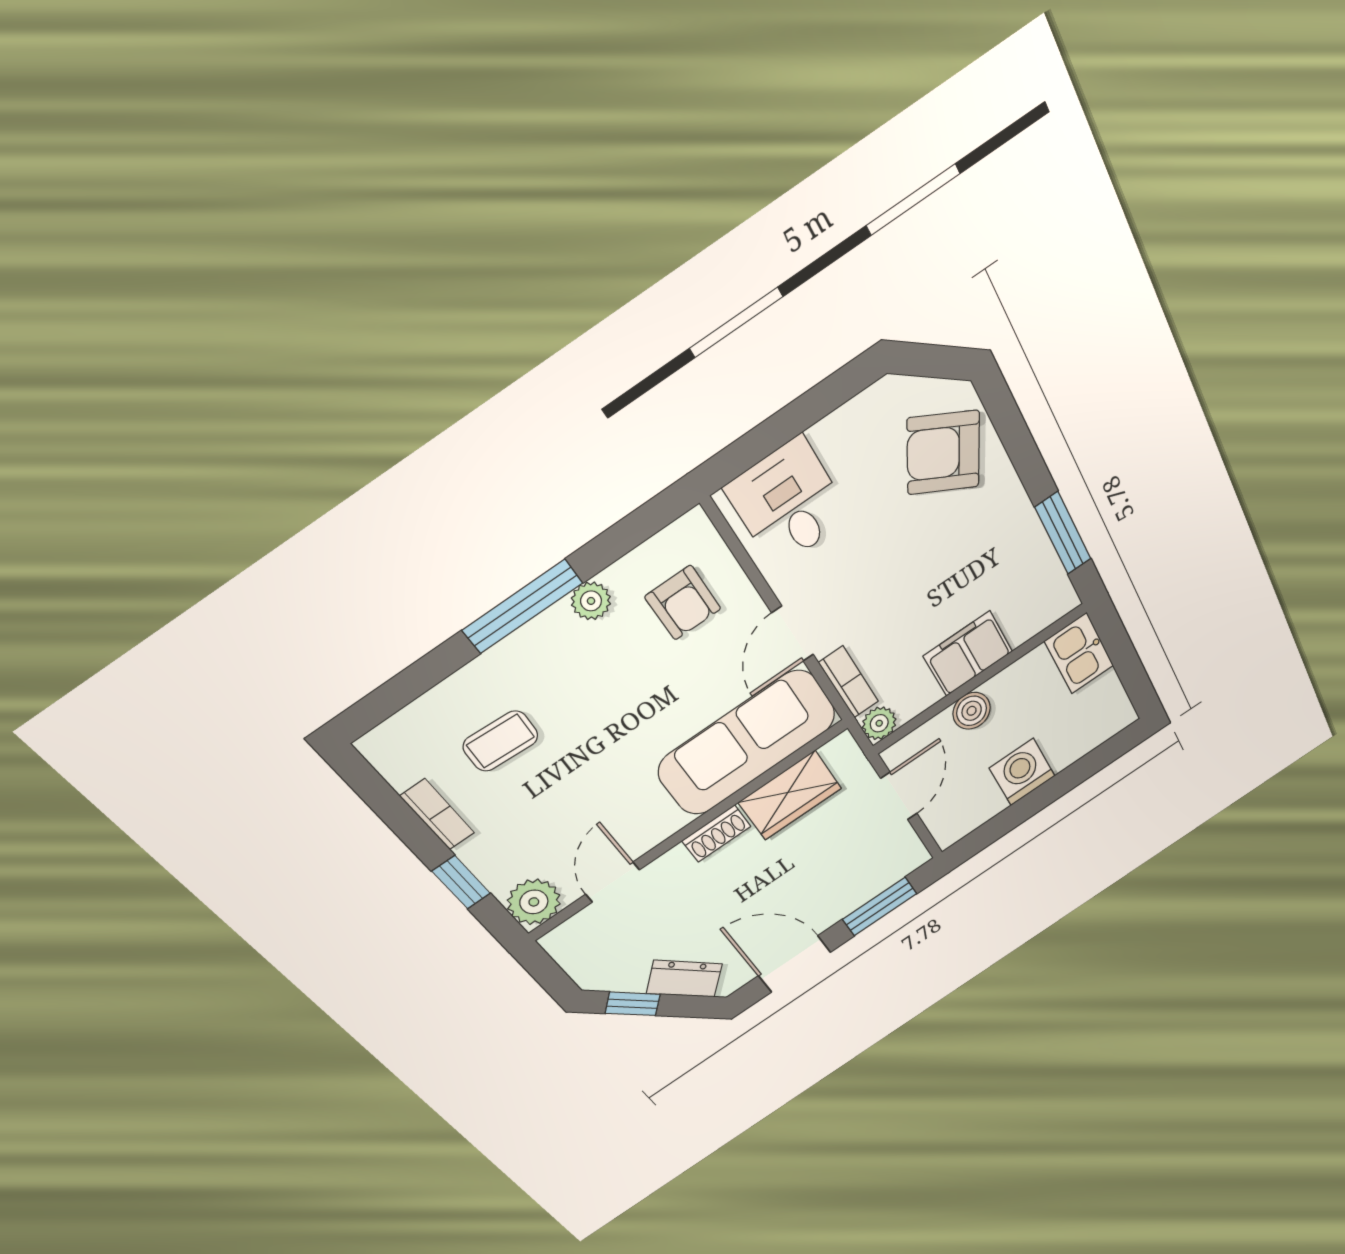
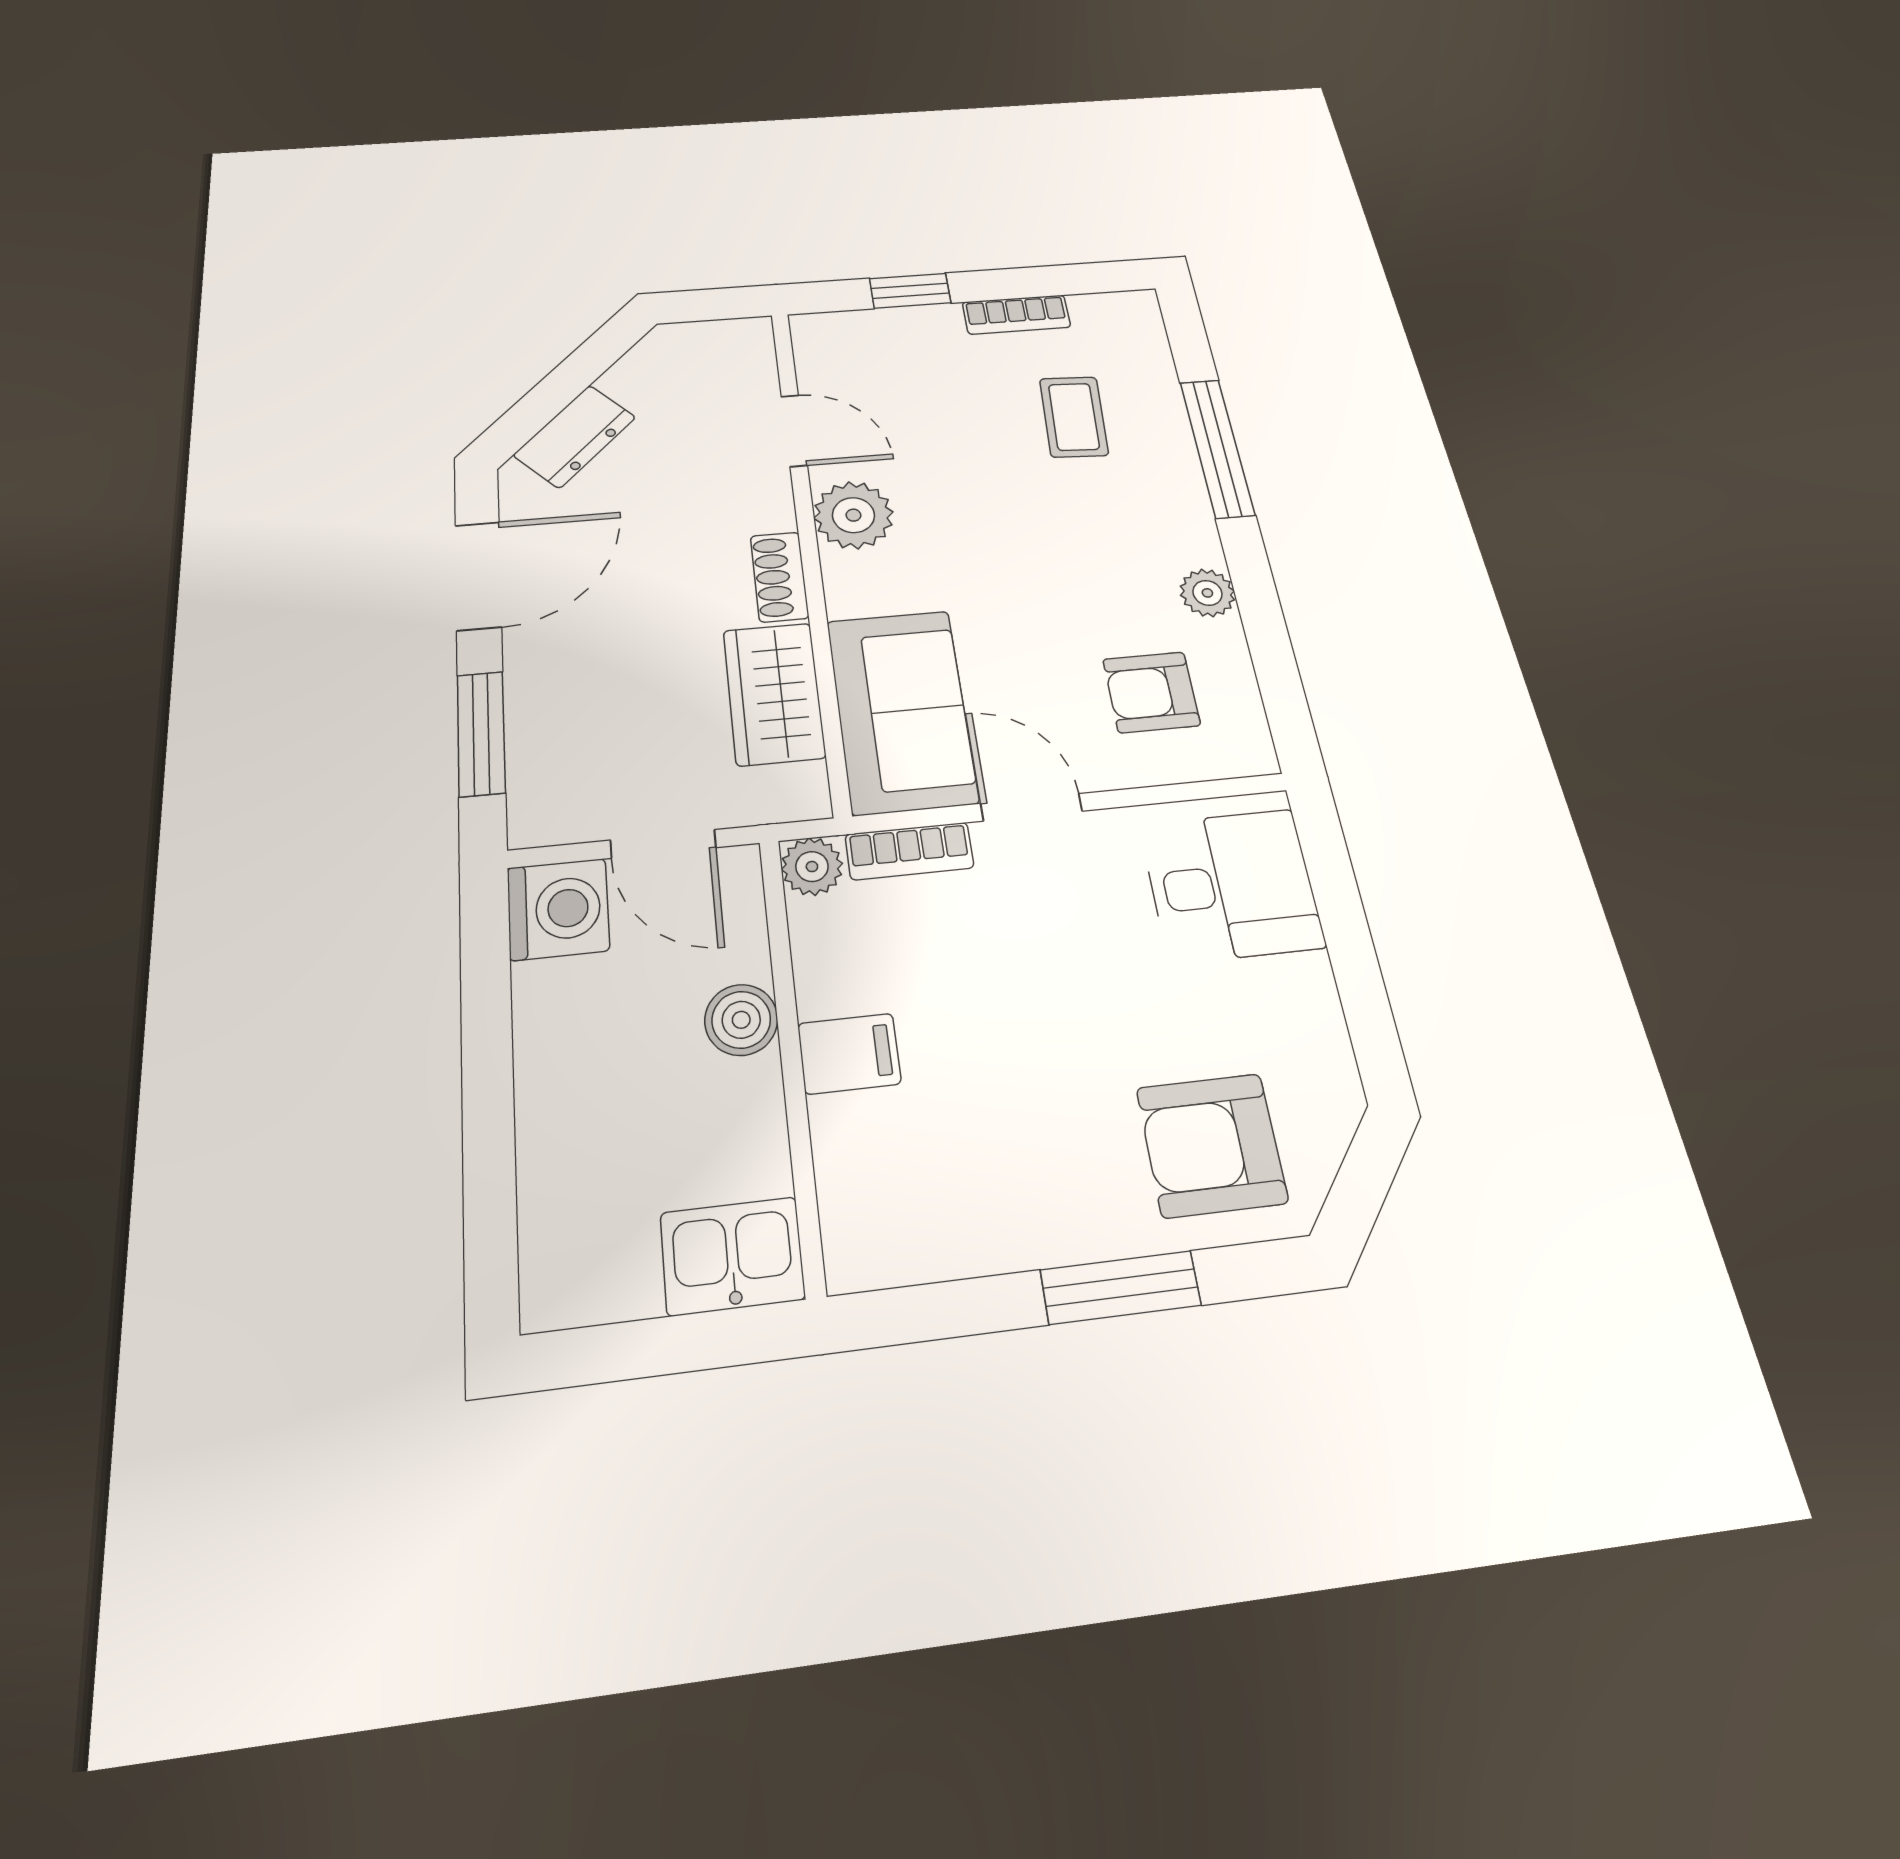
armchair: (943, 453) -> (1212, 1145), turned -118
window: (1063, 533) -> (1120, 1288), moved
window: (522, 607) -> (1217, 448), moved
filing cabinet: (968, 654) -> (849, 1054), width x0.50
sofa: (747, 743) -> (901, 711), width x0.73
washing machine: (1022, 772) -> (558, 909), moved
plant: (534, 902) -> (853, 515), moved
window: (633, 1004) -> (586, 364), removed

